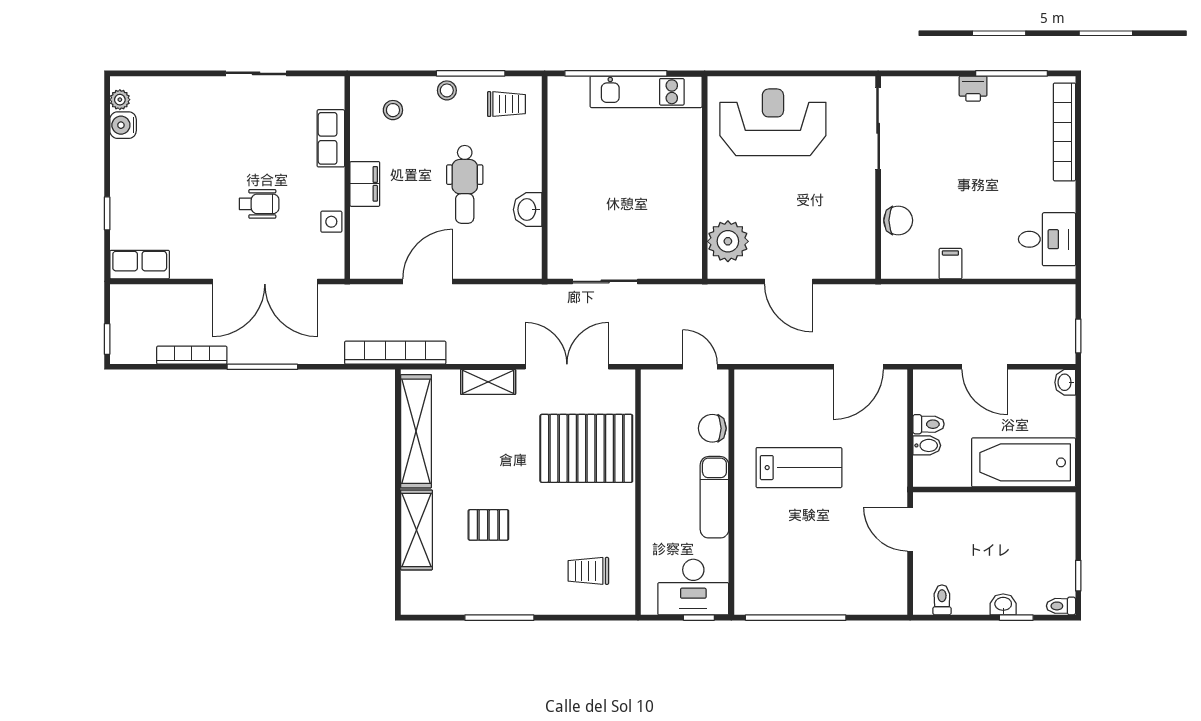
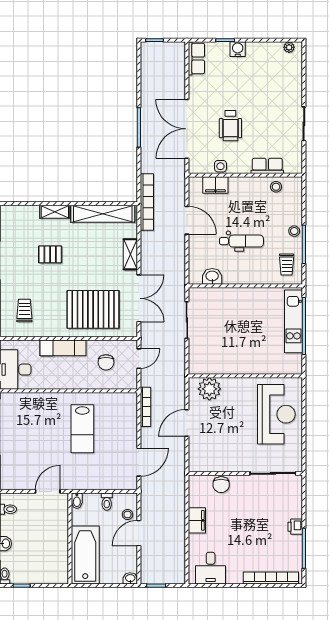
kitchen unit: (646, 92) -> (293, 321), moved
stool: (393, 110) -> (276, 187), moved
water cooler: (123, 125) -> (238, 49), moved
filing cabinet: (365, 184) -> (215, 185), moved
dental chair: (465, 184) -> (241, 241), turned 180
wheelchair: (259, 204) -> (230, 126), width x1.36, depth x1.37
washbasin: (528, 210) -> (212, 276), moved
filing cabinet: (950, 264) -> (197, 520), width x2.00
bookcase: (192, 355) -> (145, 407), moved
door: (700, 367) -> (139, 359), moved
door: (858, 367) -> (139, 462), swing flipped
stool: (951, 387) -> (128, 515), added
chair: (712, 428) -> (106, 362), moved, turned 180
bidet: (927, 445) -> (77, 501), moved
pallet: (586, 448) -> (93, 309), turned 90
exam couch: (714, 497) -> (63, 348), moved, turned 180
pallet: (488, 525) -> (50, 254), turned 90
shelving: (417, 530) -> (55, 212), width x0.67, depth x0.75

